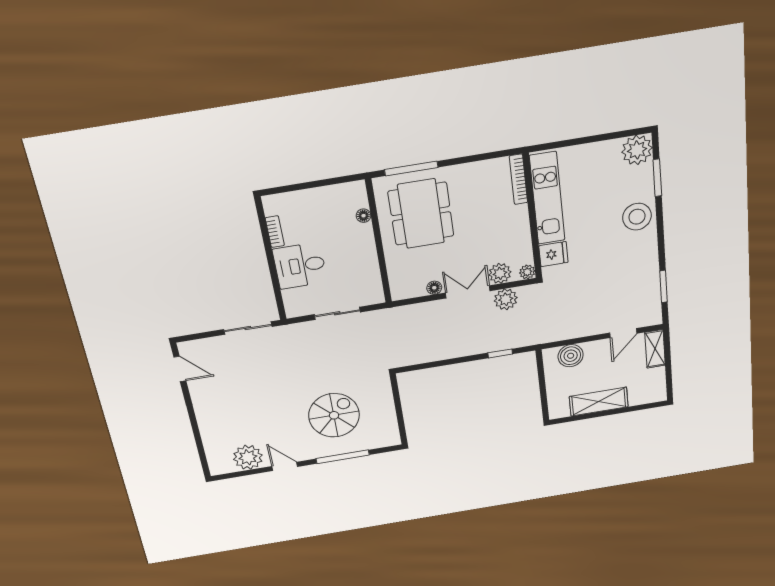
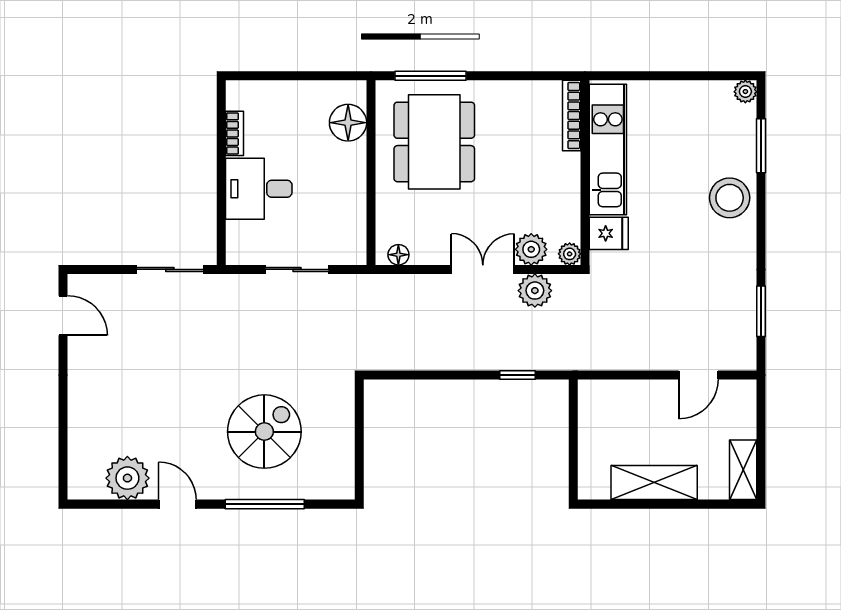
plant: (637, 150) -> (745, 92), width x0.53, depth x0.53
floor lamp: (364, 216) -> (348, 123), width x1.89, depth x1.89
floor lamp: (434, 288) -> (398, 255), moved
shelving: (655, 349) -> (743, 470), moved
boiler: (571, 356) -> (619, 398), removed

